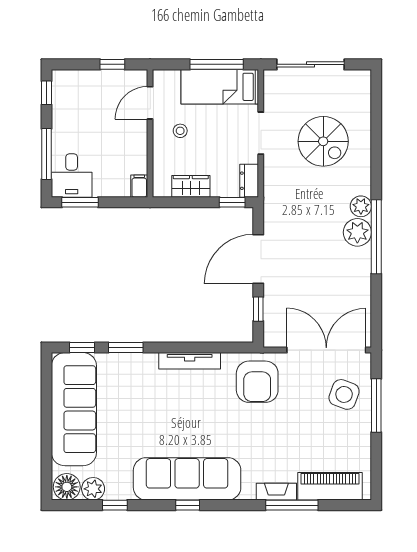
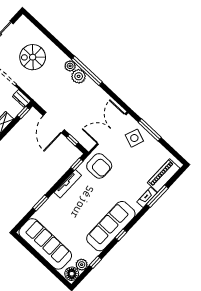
spiral stairs: (323, 141) -> (33, 57), turned 180
window: (82, 348) -> (77, 164), moved

